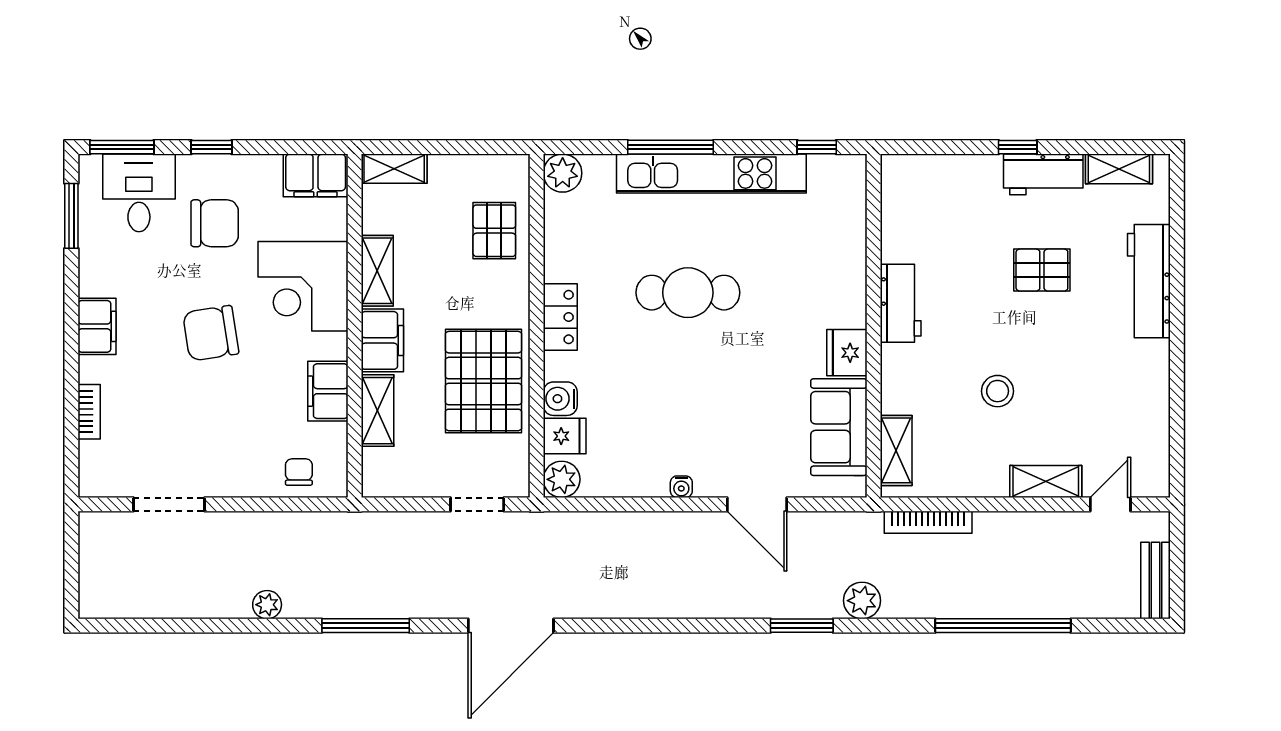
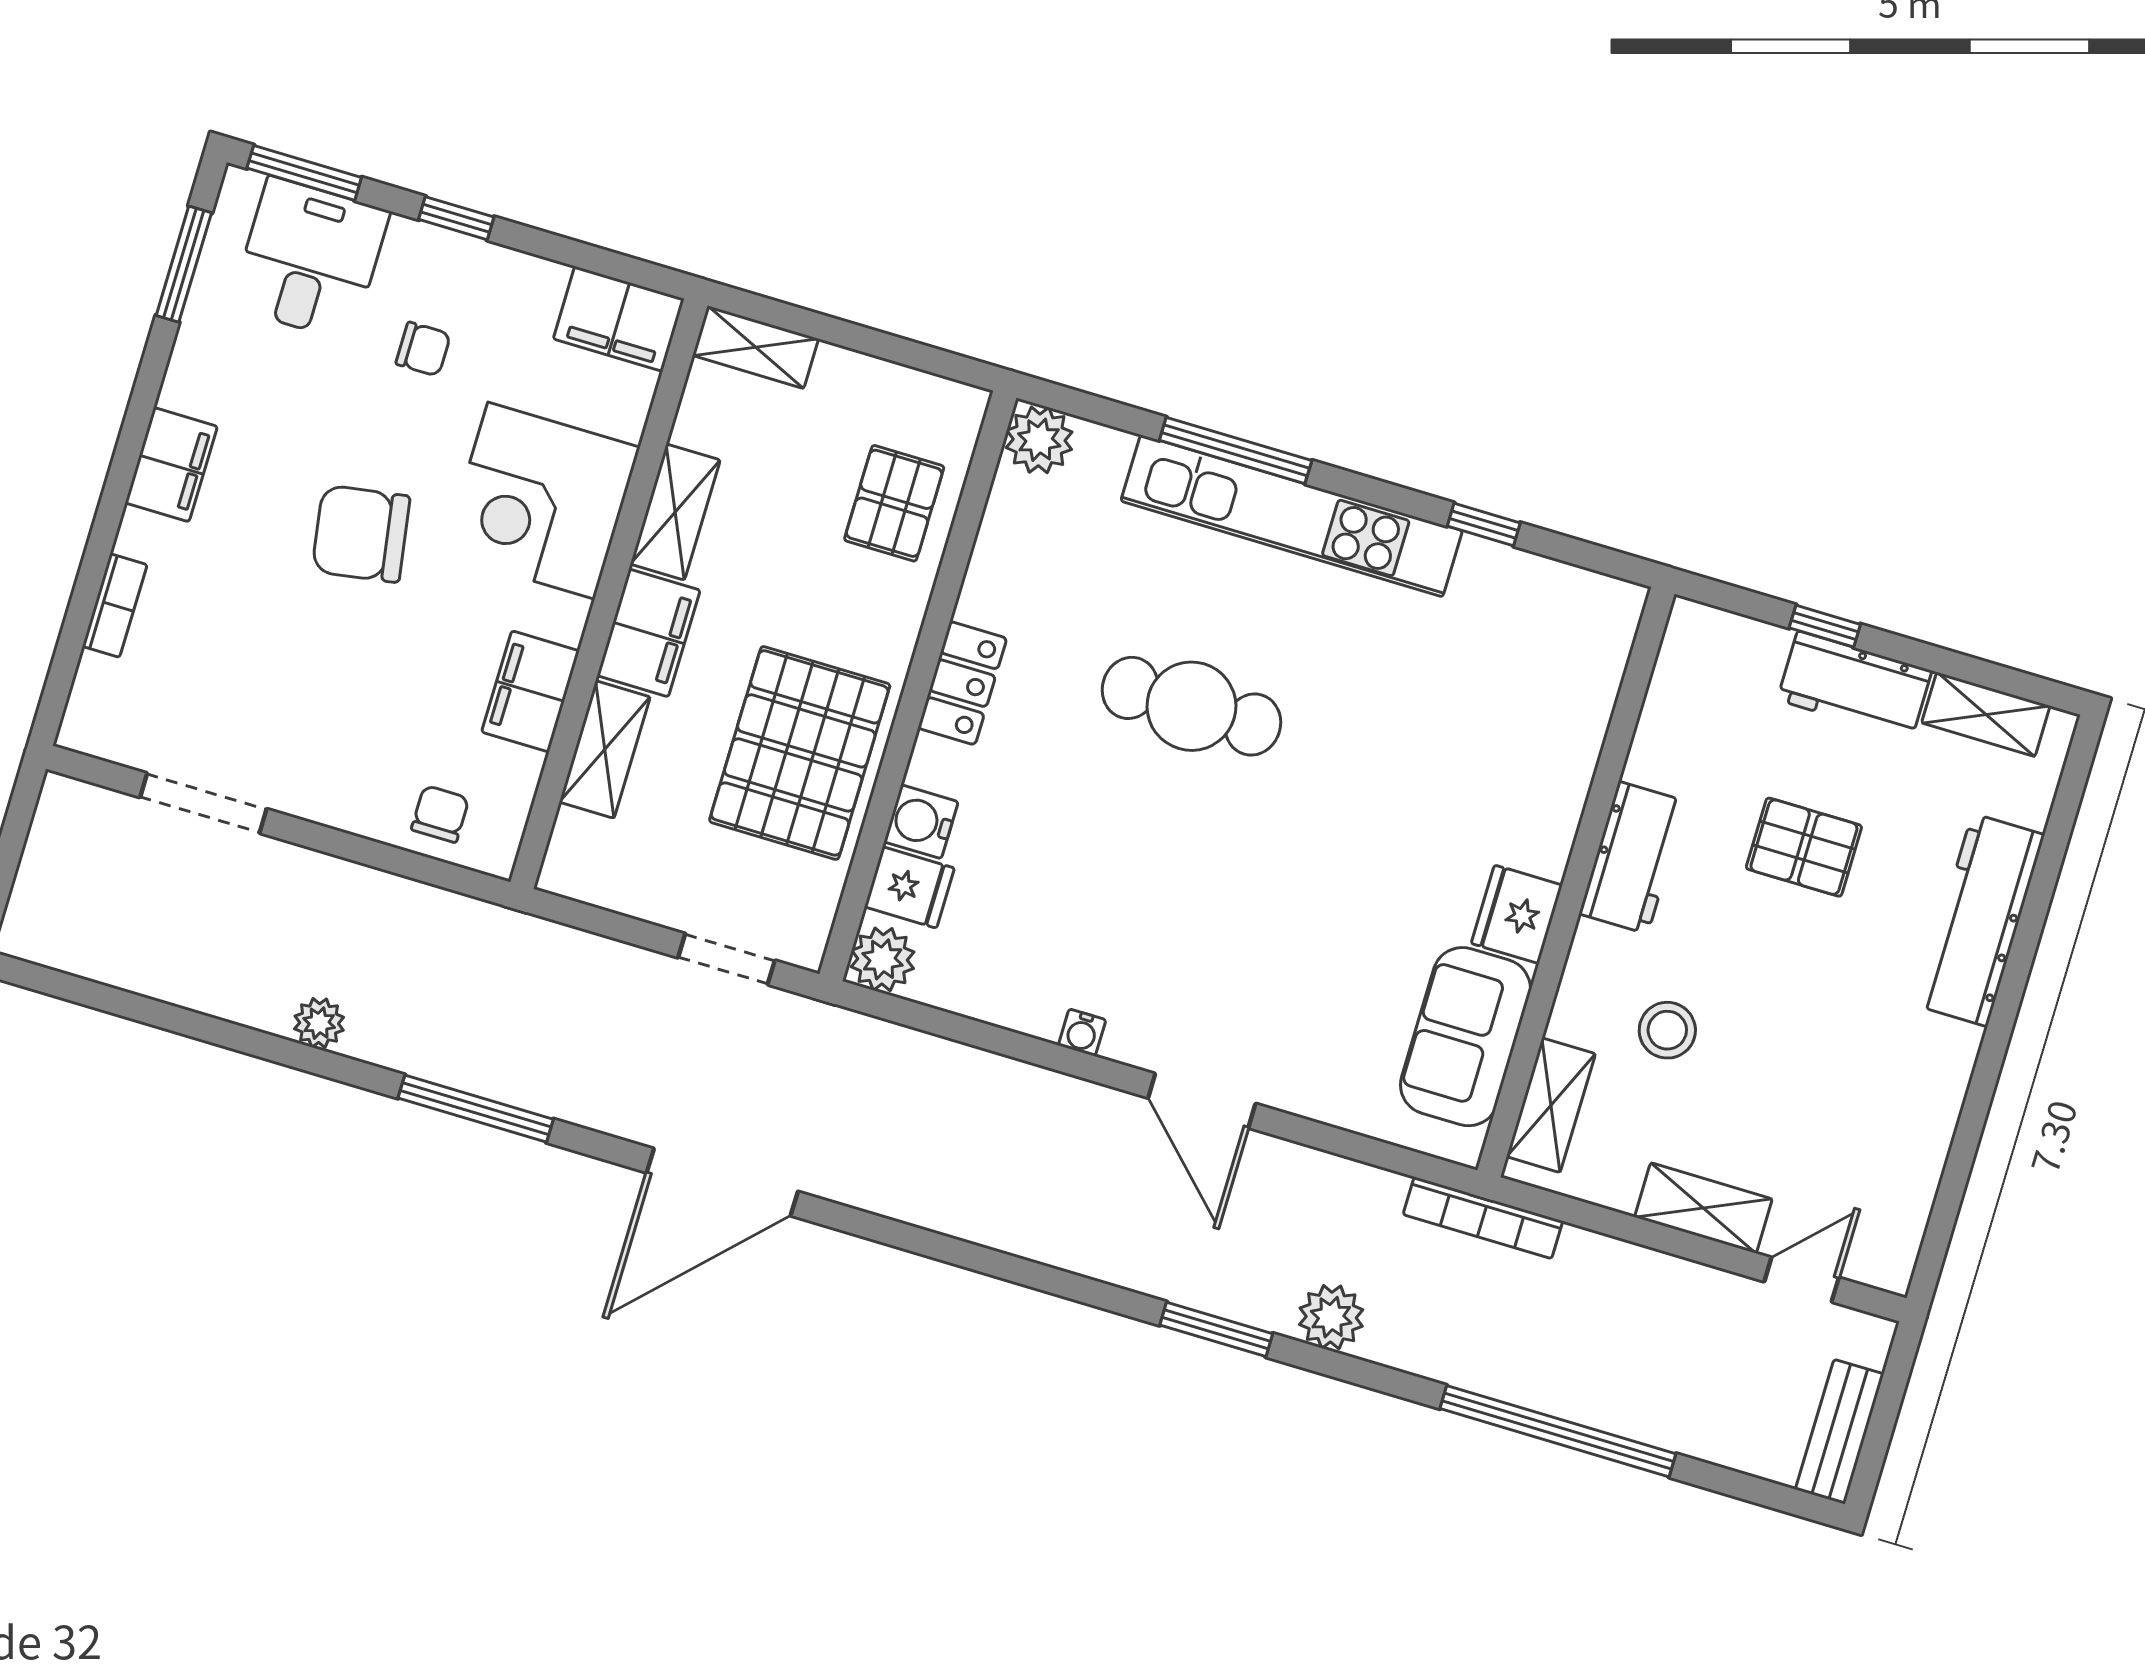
chair: (215, 223) -> (423, 349), width x0.54, depth x0.54
workbench: (901, 303) -> (1633, 858), moved
wall: (874, 326) -> (1576, 882), moved
fridge: (847, 353) -> (1517, 914), moved
sofa: (839, 427) -> (1465, 1037), moved
shelving: (896, 450) -> (1551, 1105), moved

